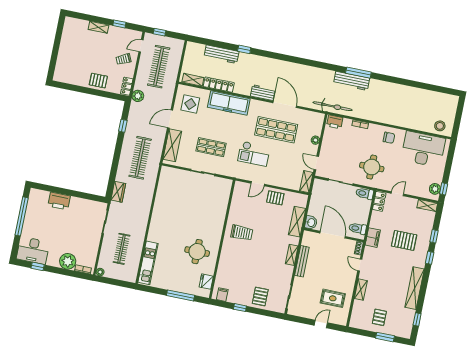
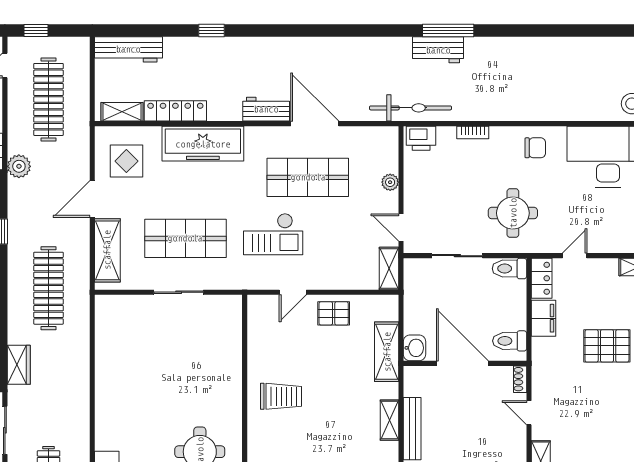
workbench: (221, 54) -> (128, 49), moved
workbench: (352, 81) -> (438, 50), width x0.73
shop shelf: (211, 147) -> (185, 238), width x1.43, depth x1.36
filing cabinet: (373, 238) -> (544, 318), moved

